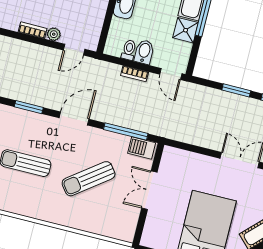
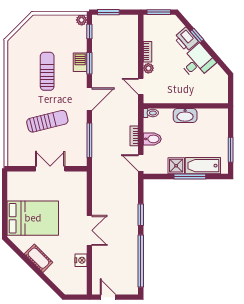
toilet: (129, 50) -> (151, 113), moved
door: (171, 74) -> (141, 163), hinge flipped
door: (74, 119) -> (89, 99), hinge flipped
barbecue: (142, 148) -> (80, 62), moved
sun lounger: (89, 179) -> (47, 121), turned 113

